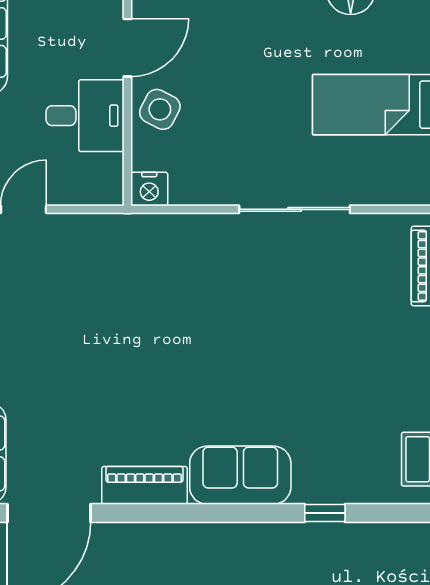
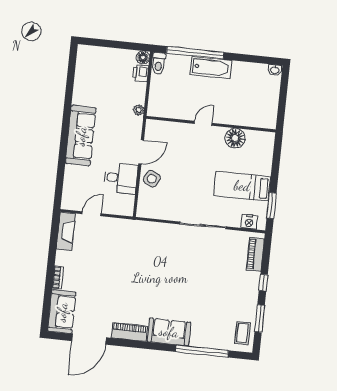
nightstand: (149, 189) -> (249, 222), moved
window: (325, 513) -> (202, 351), width x3.17

